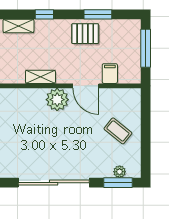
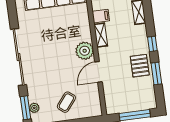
window: (44, 14) -> (152, 44), moved
filing cabinet: (110, 74) -> (101, 16), moved

